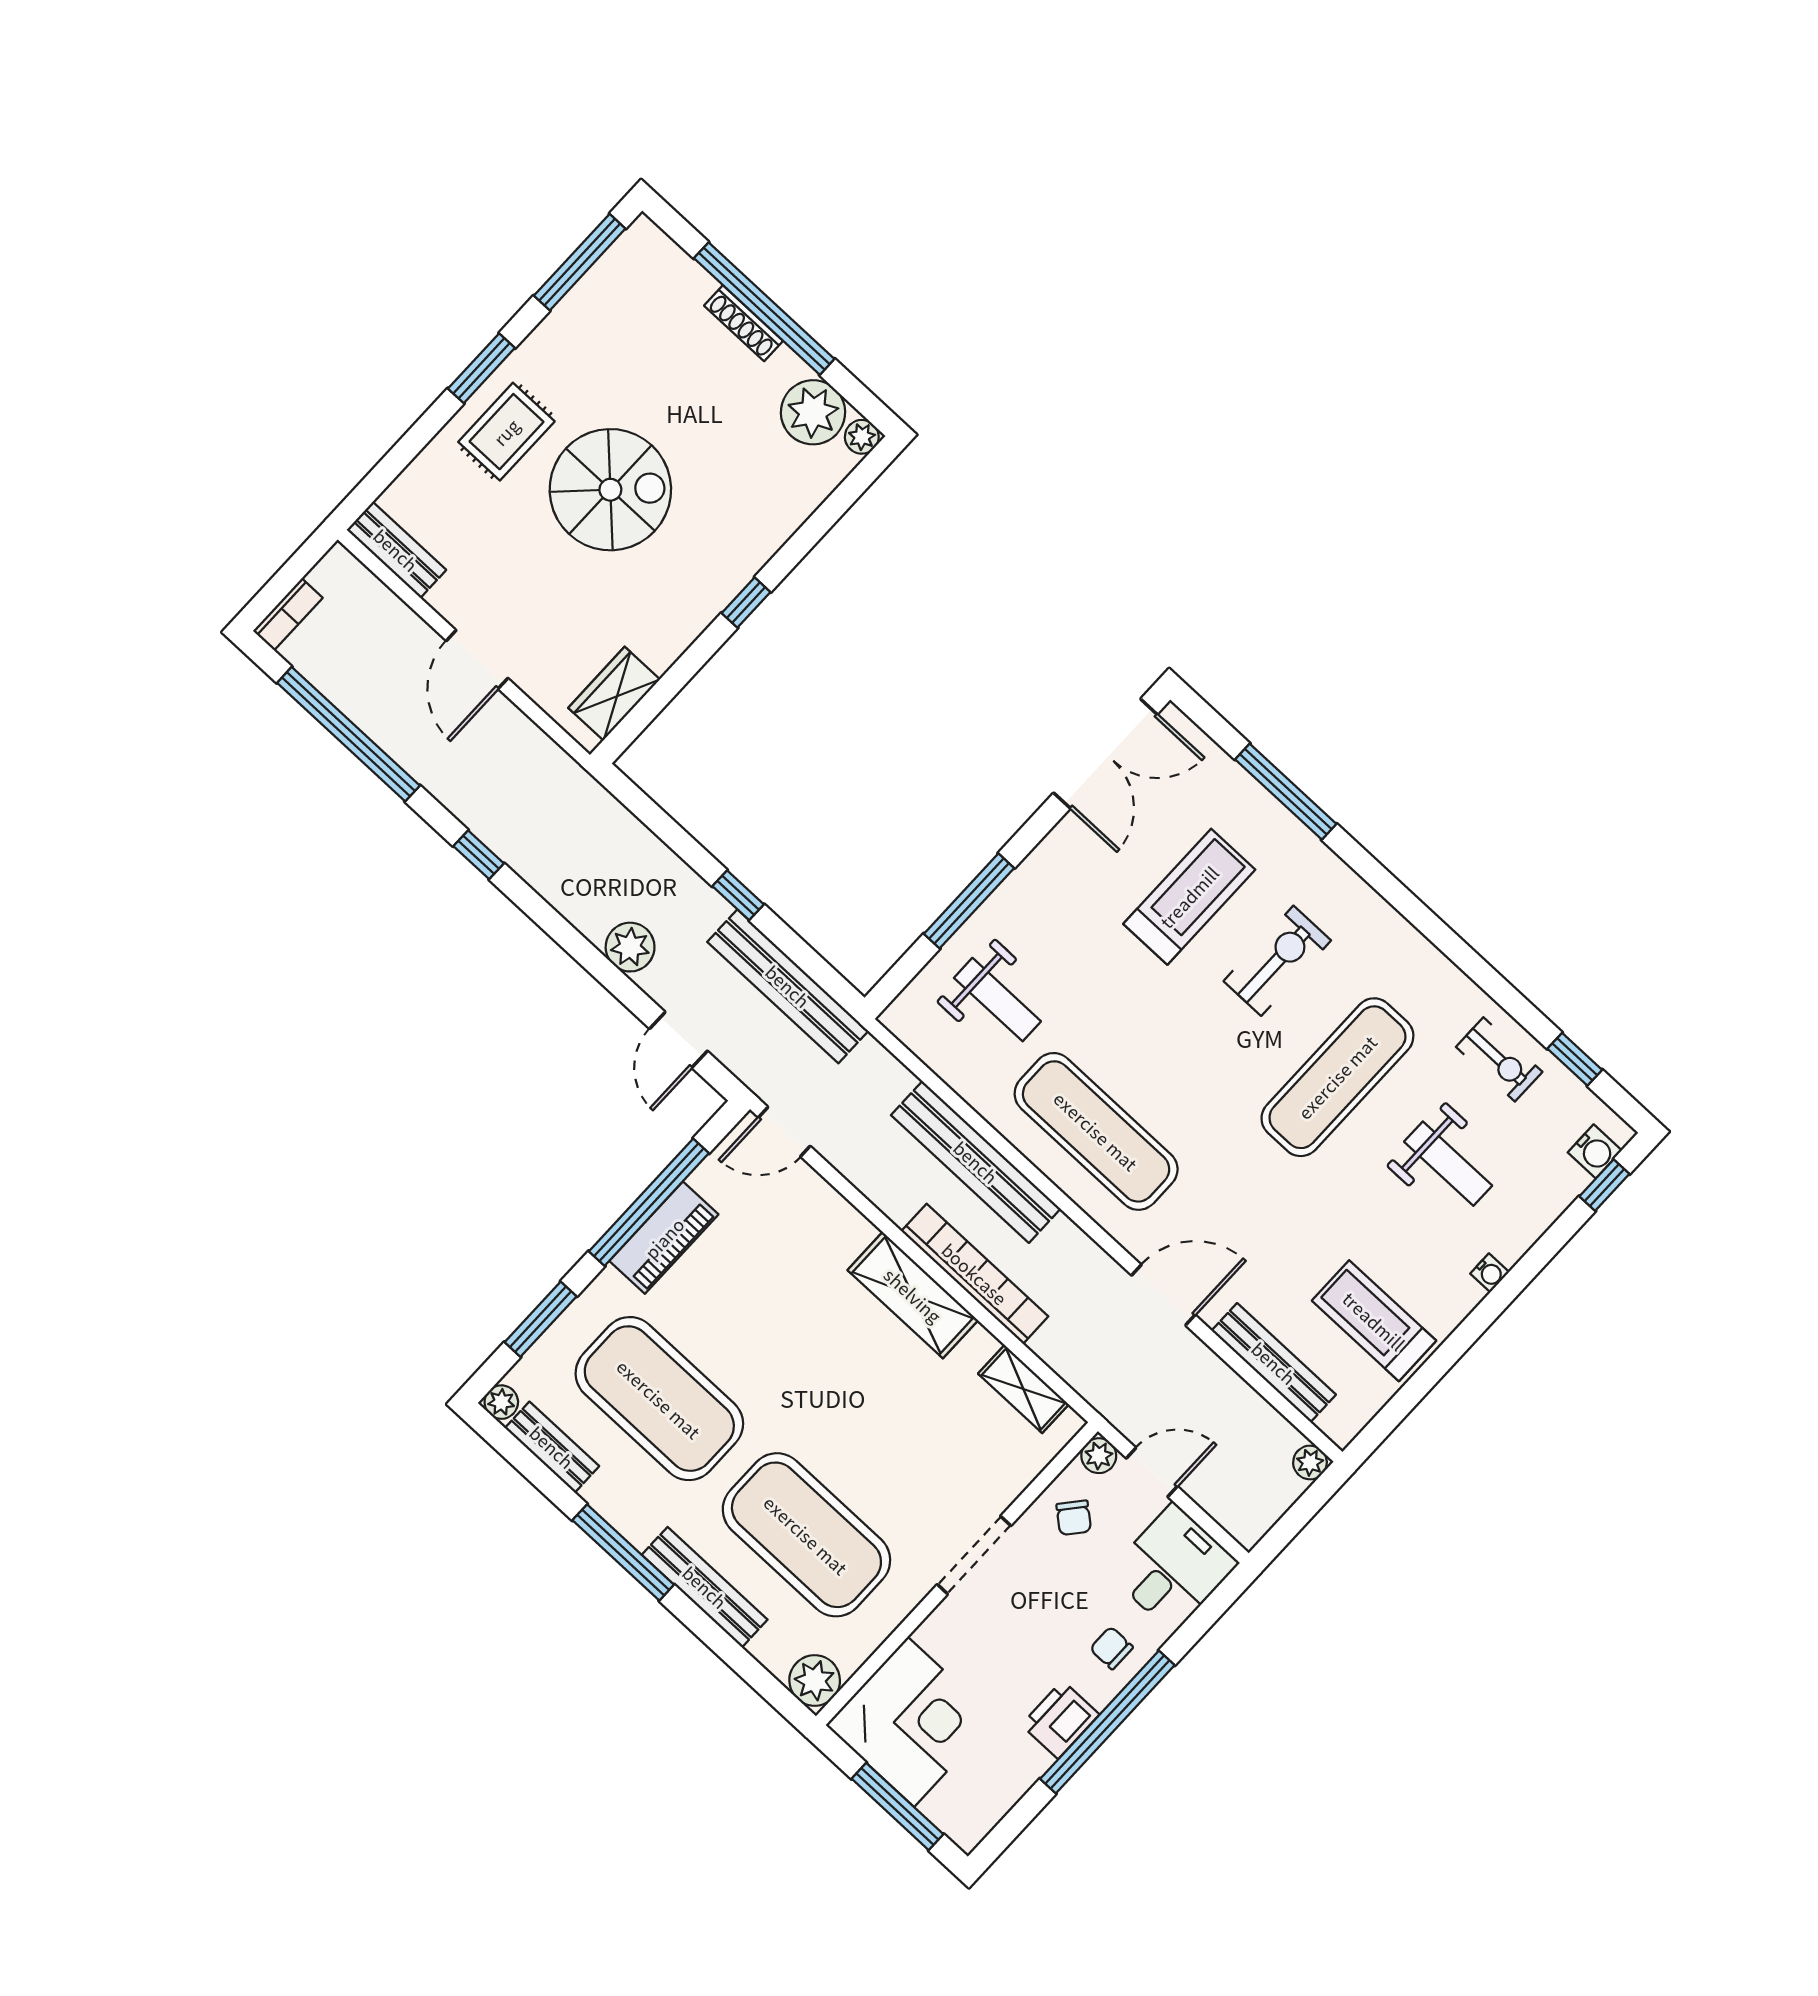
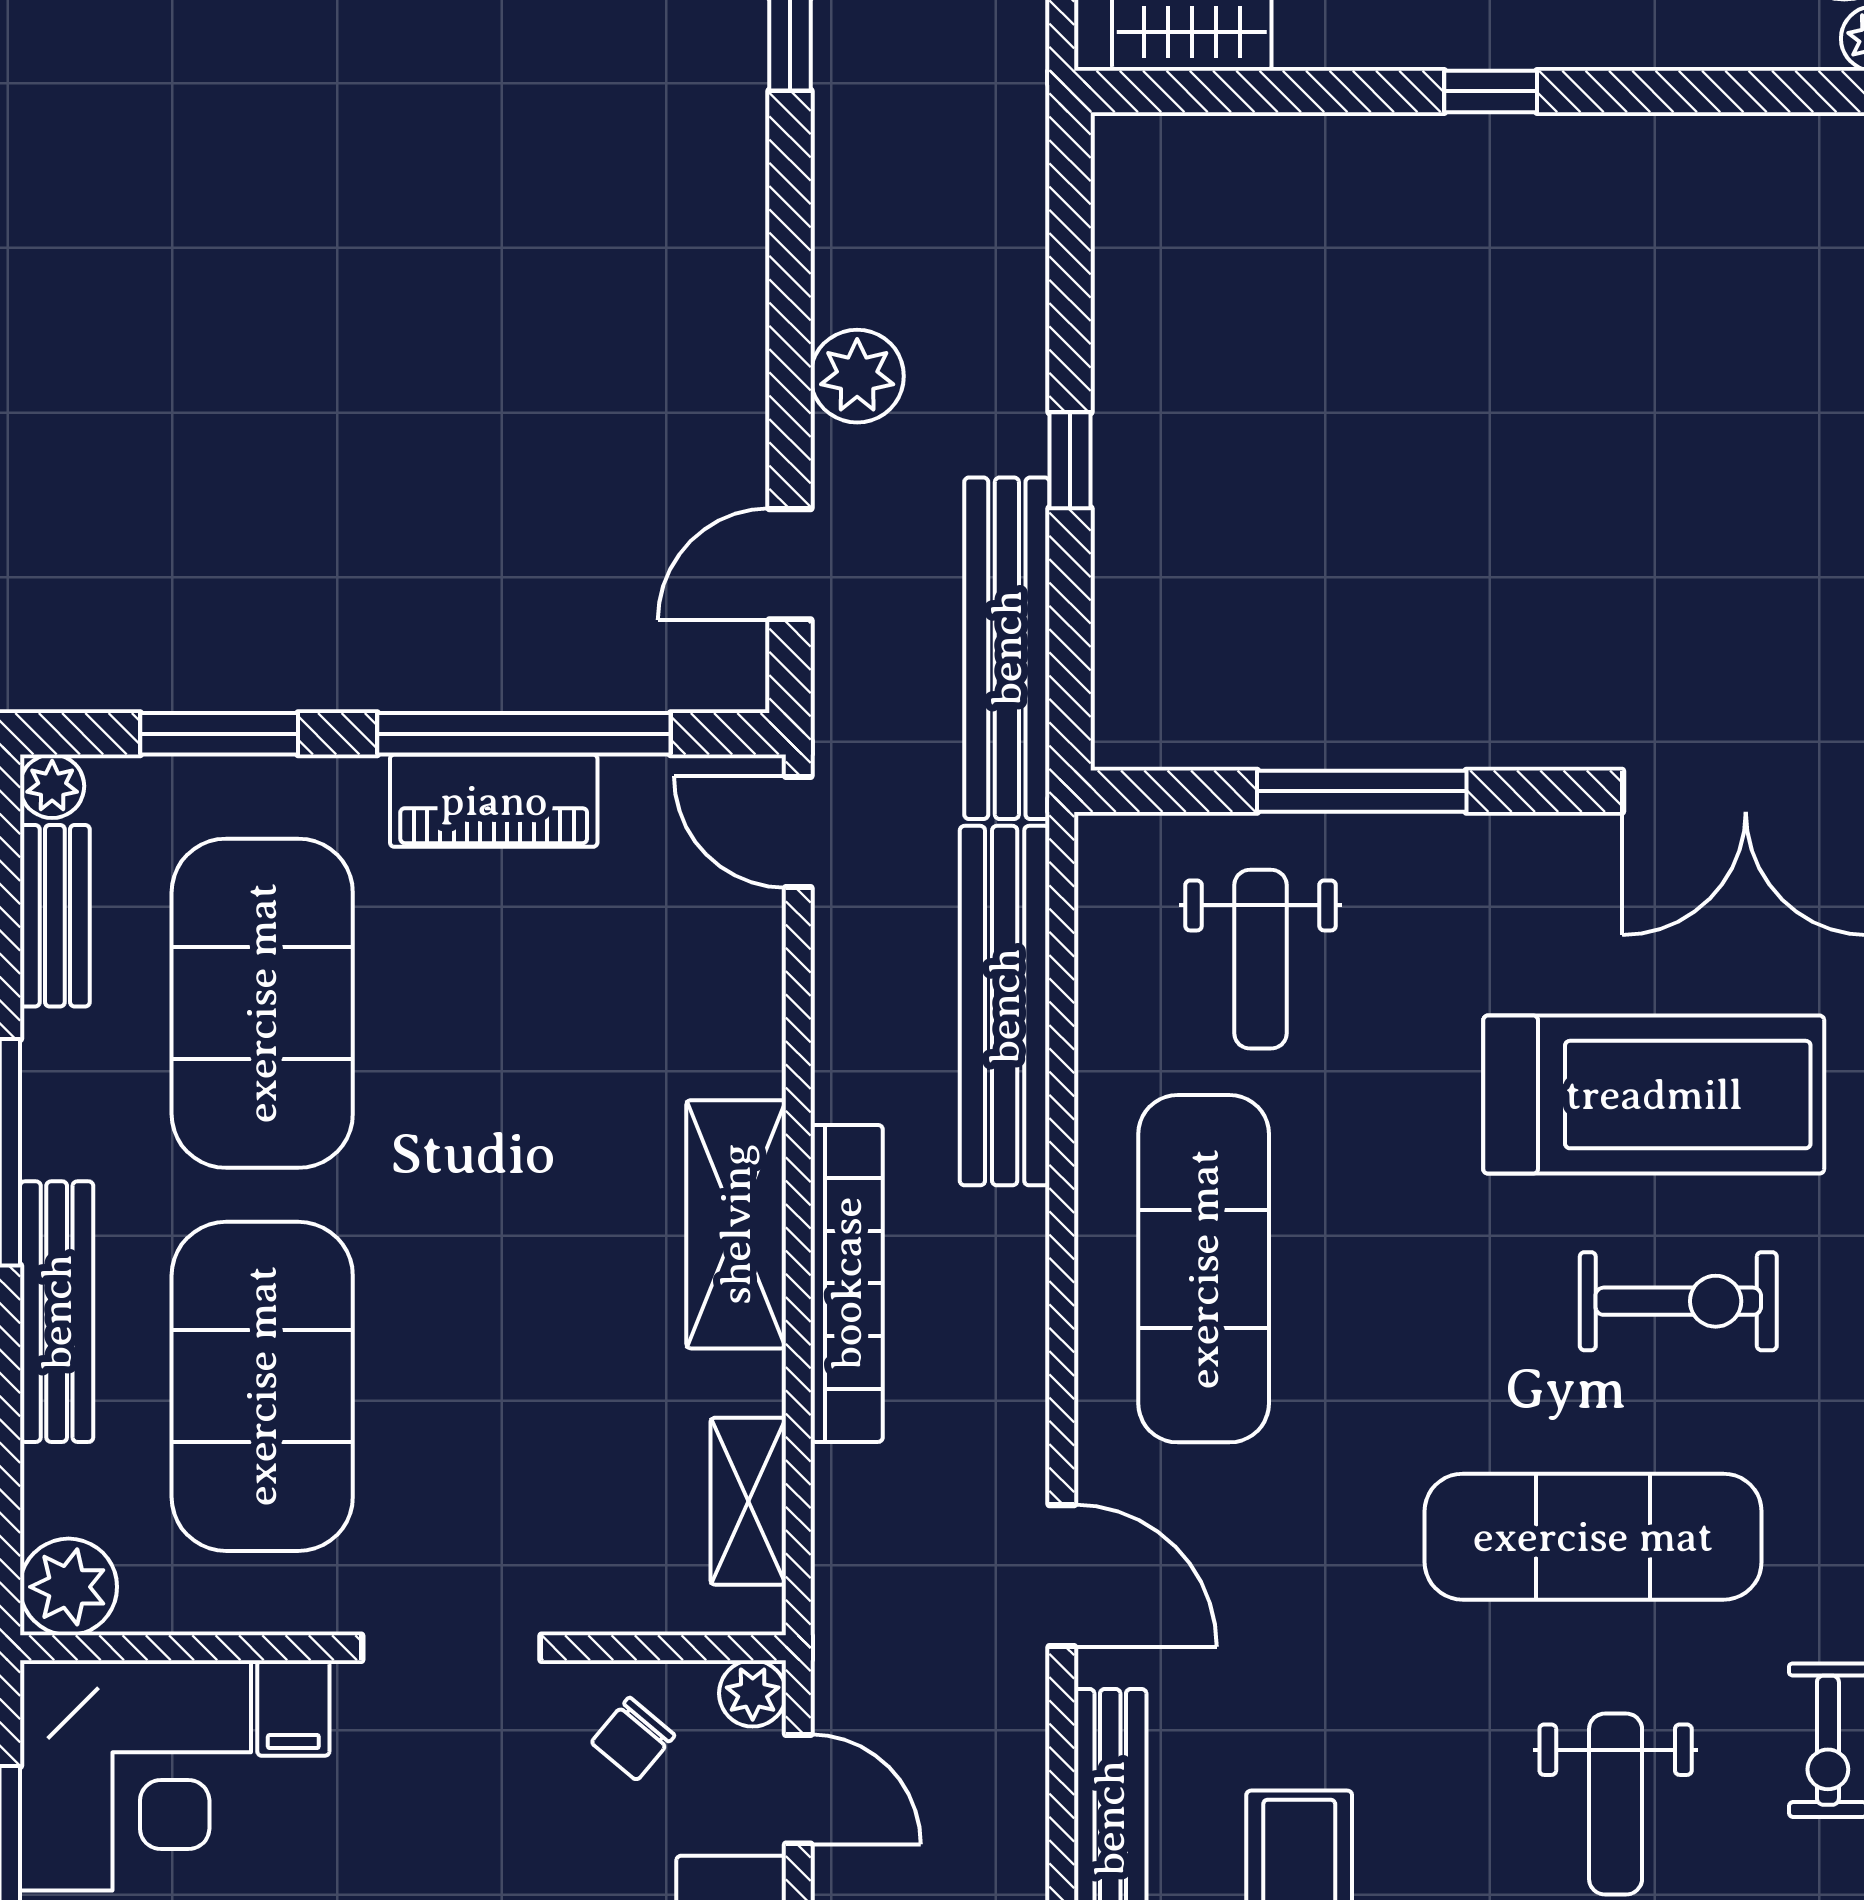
treadmill: (1189, 897) -> (1654, 1095), width x1.37, depth x1.38
bench: (976, 1162) -> (1005, 1006), moved
filing cabinet: (941, 1637) -> (293, 1708), added

